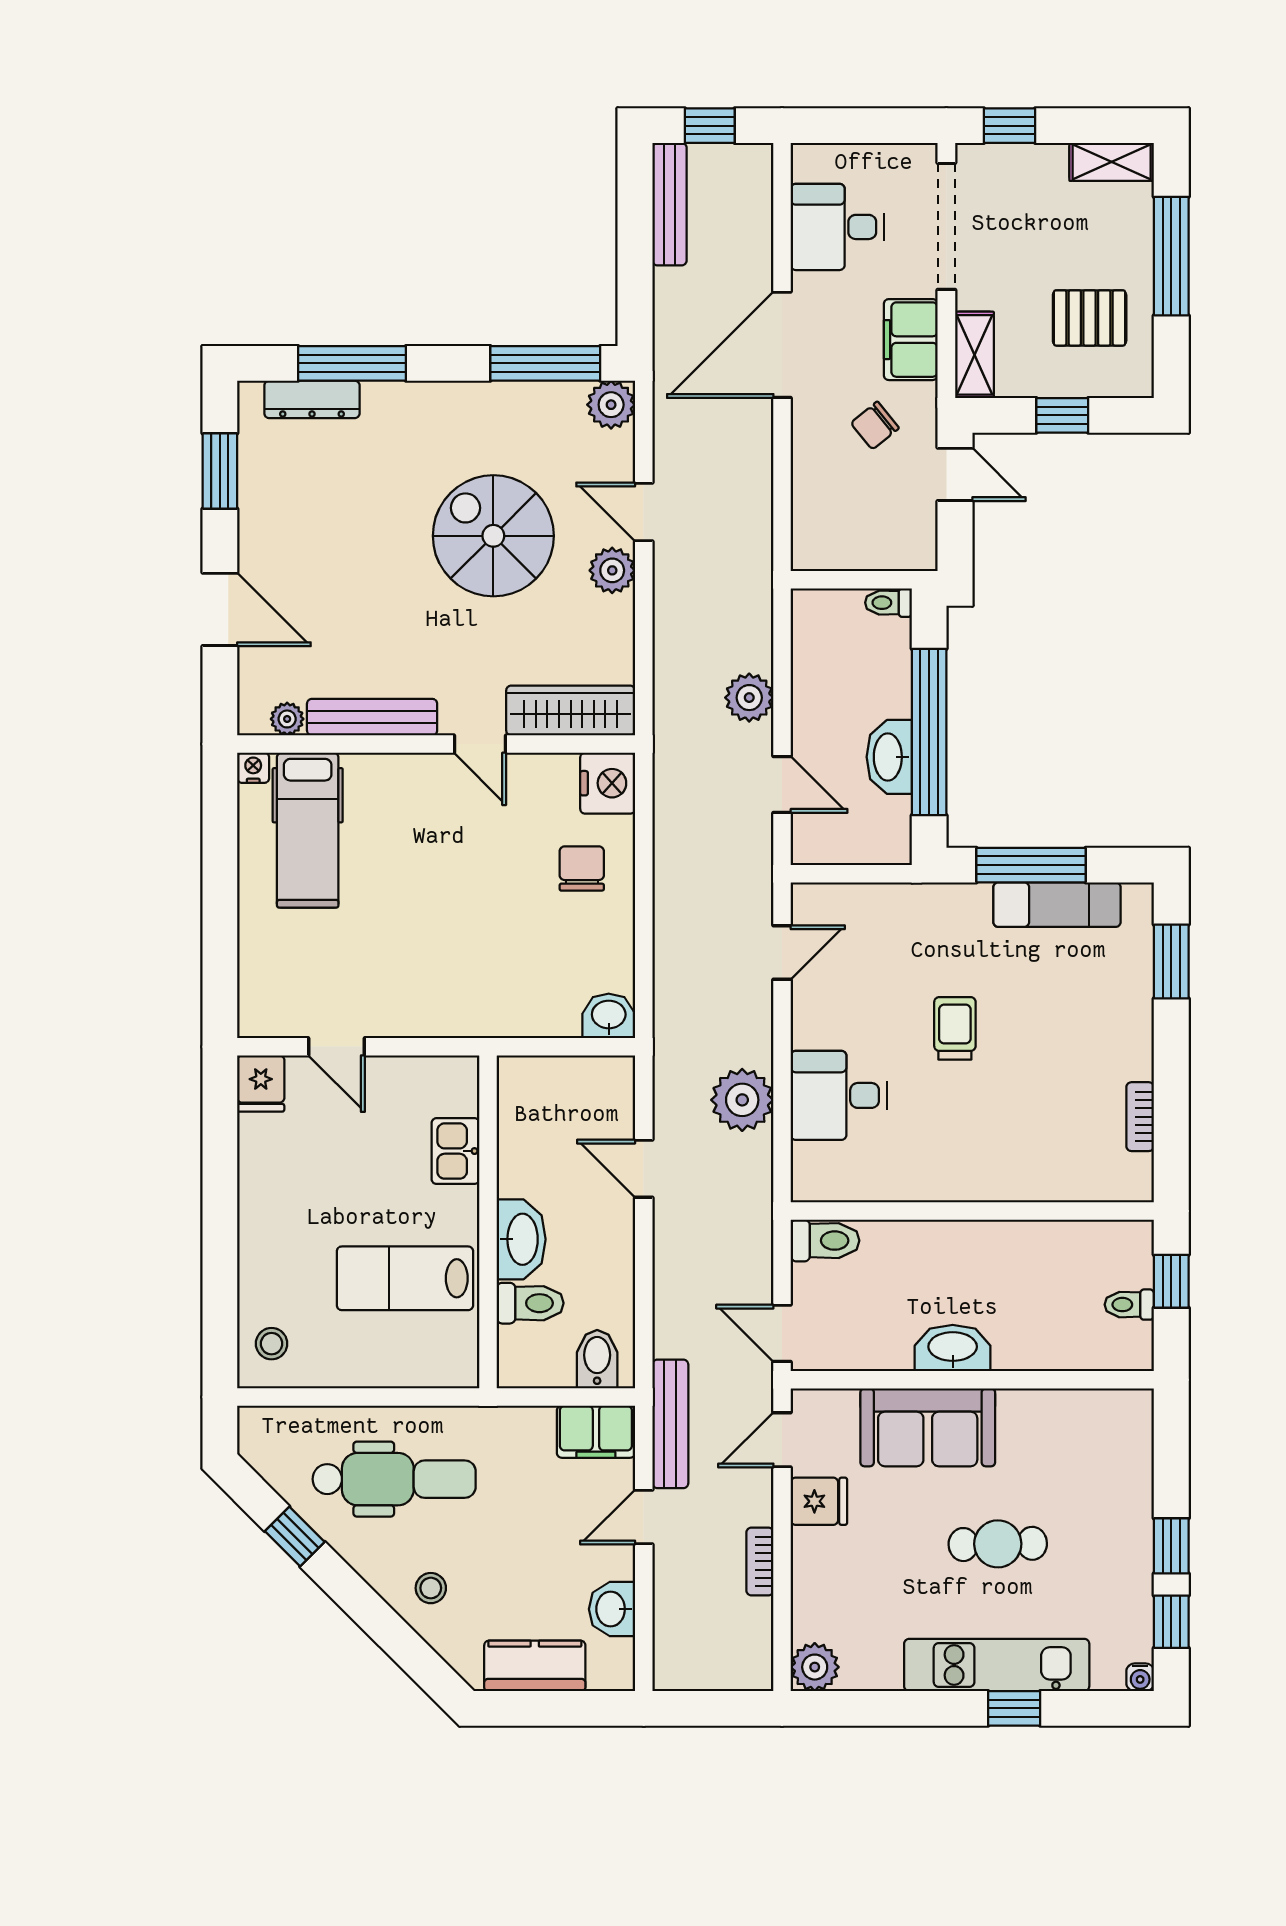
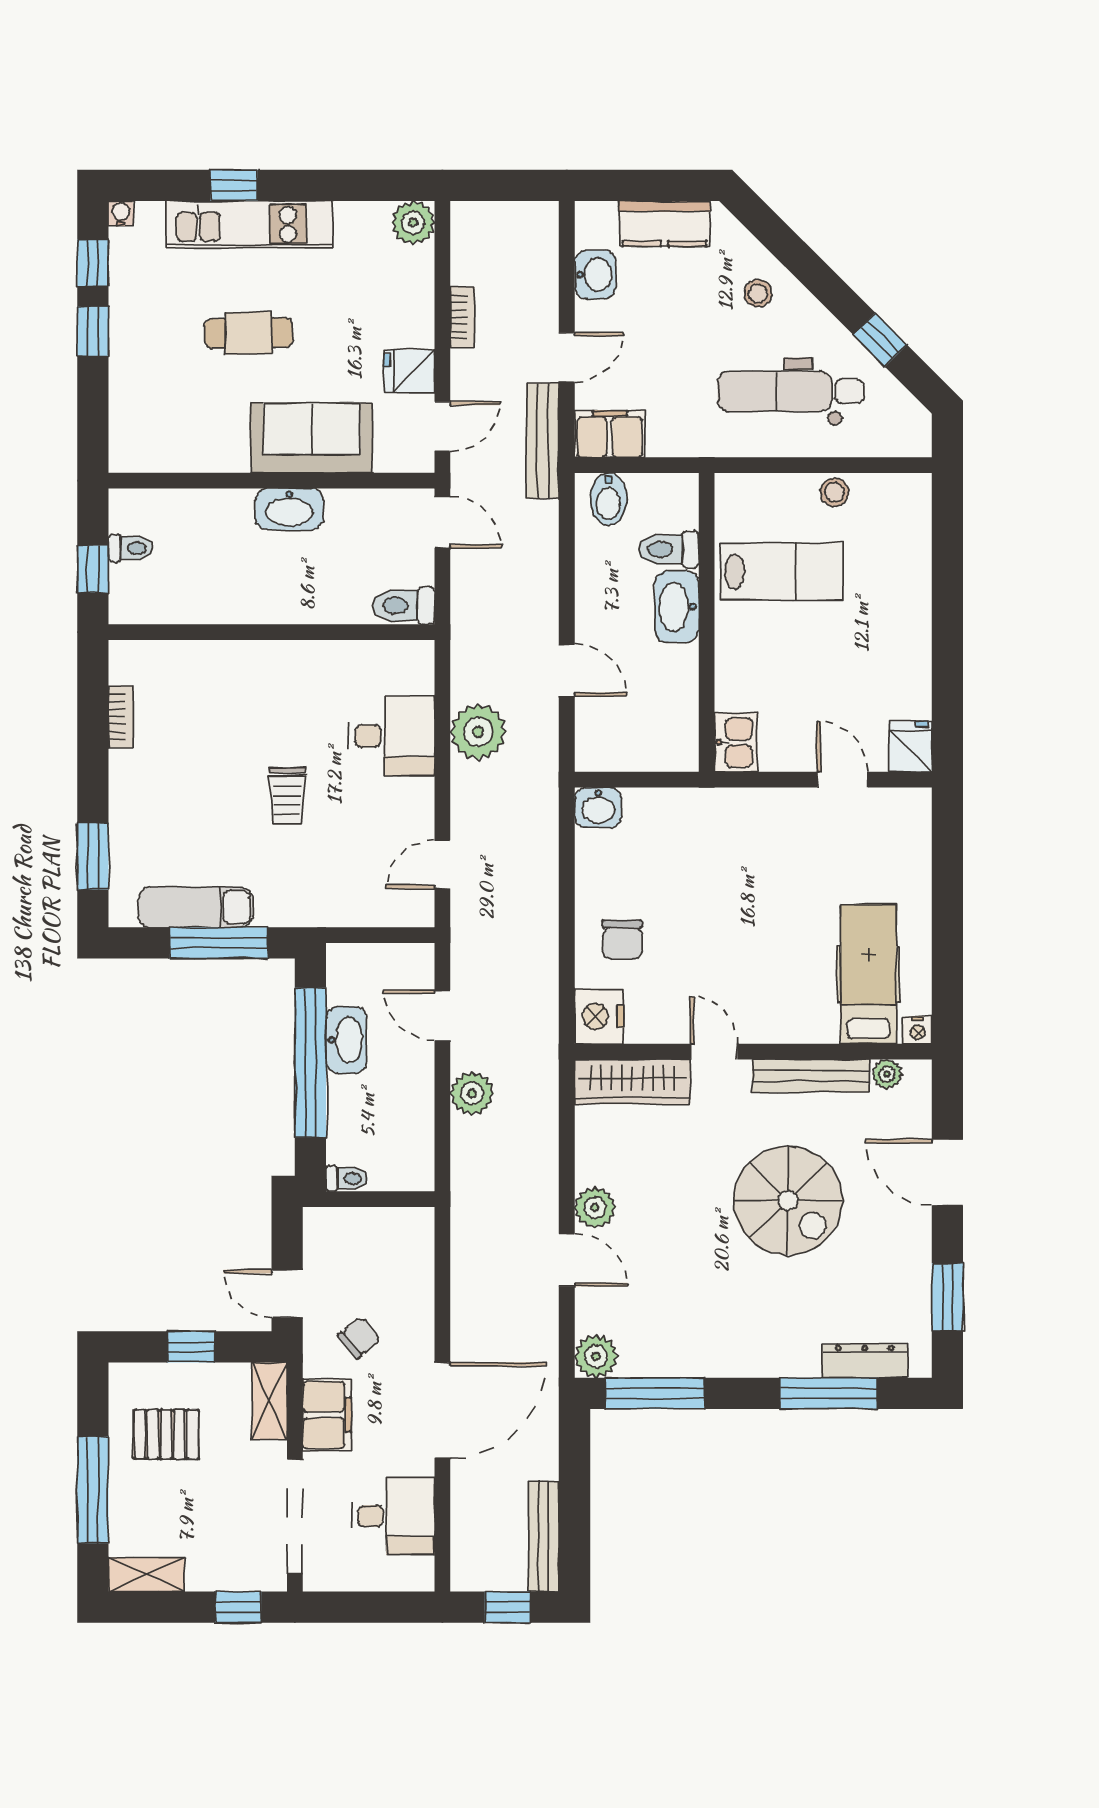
spiral stairs: (493, 536) -> (788, 1201), moved
kitchen sink: (455, 1151) -> (736, 742), moved
stool: (272, 1344) -> (835, 492), moved

